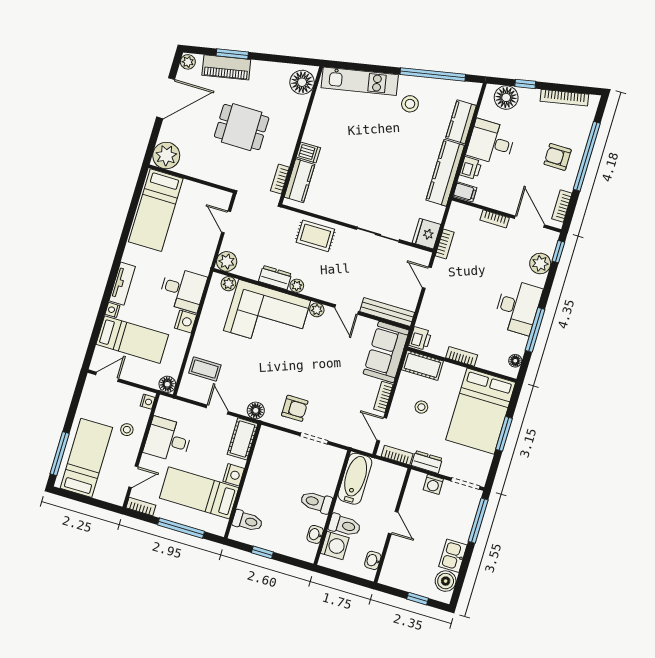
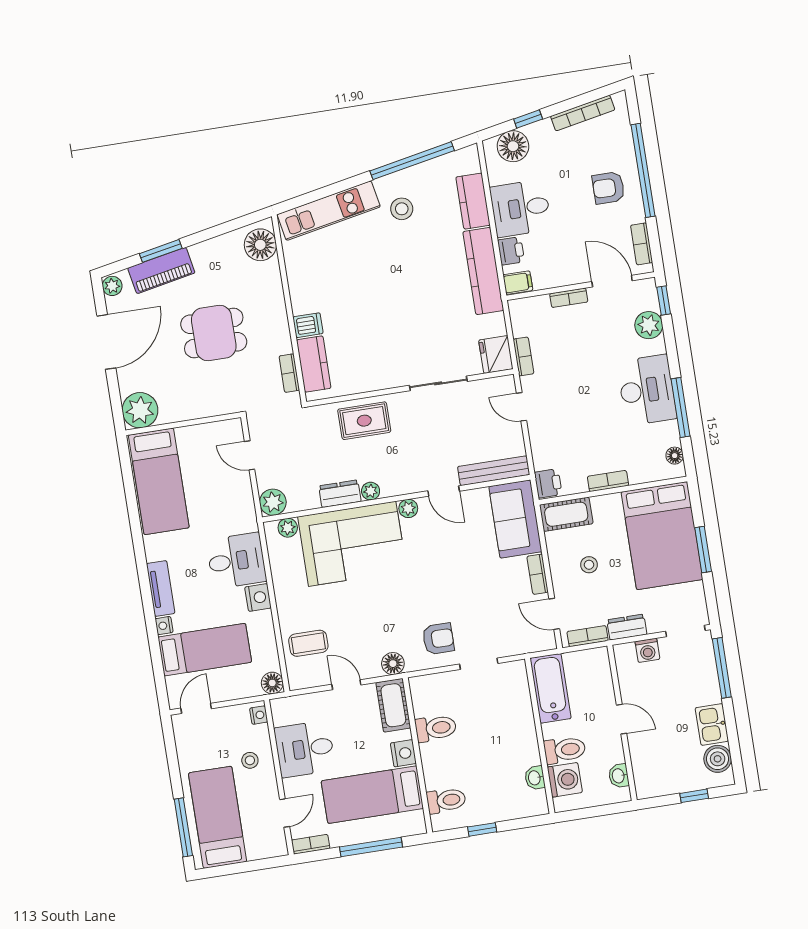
toilet: (316, 502) -> (436, 728), moved, turned 180

